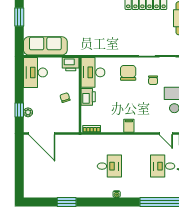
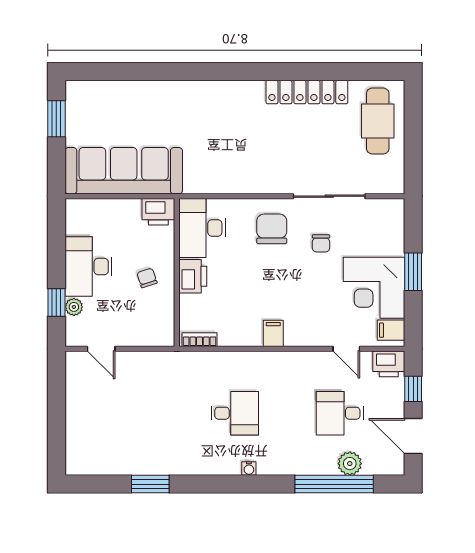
sofa: (45, 46) -> (124, 171), width x1.36, depth x1.27
desk: (35, 72) -> (88, 266), moved
door: (42, 133) -> (101, 349), width x0.53
plant: (168, 192) -> (350, 464), added

